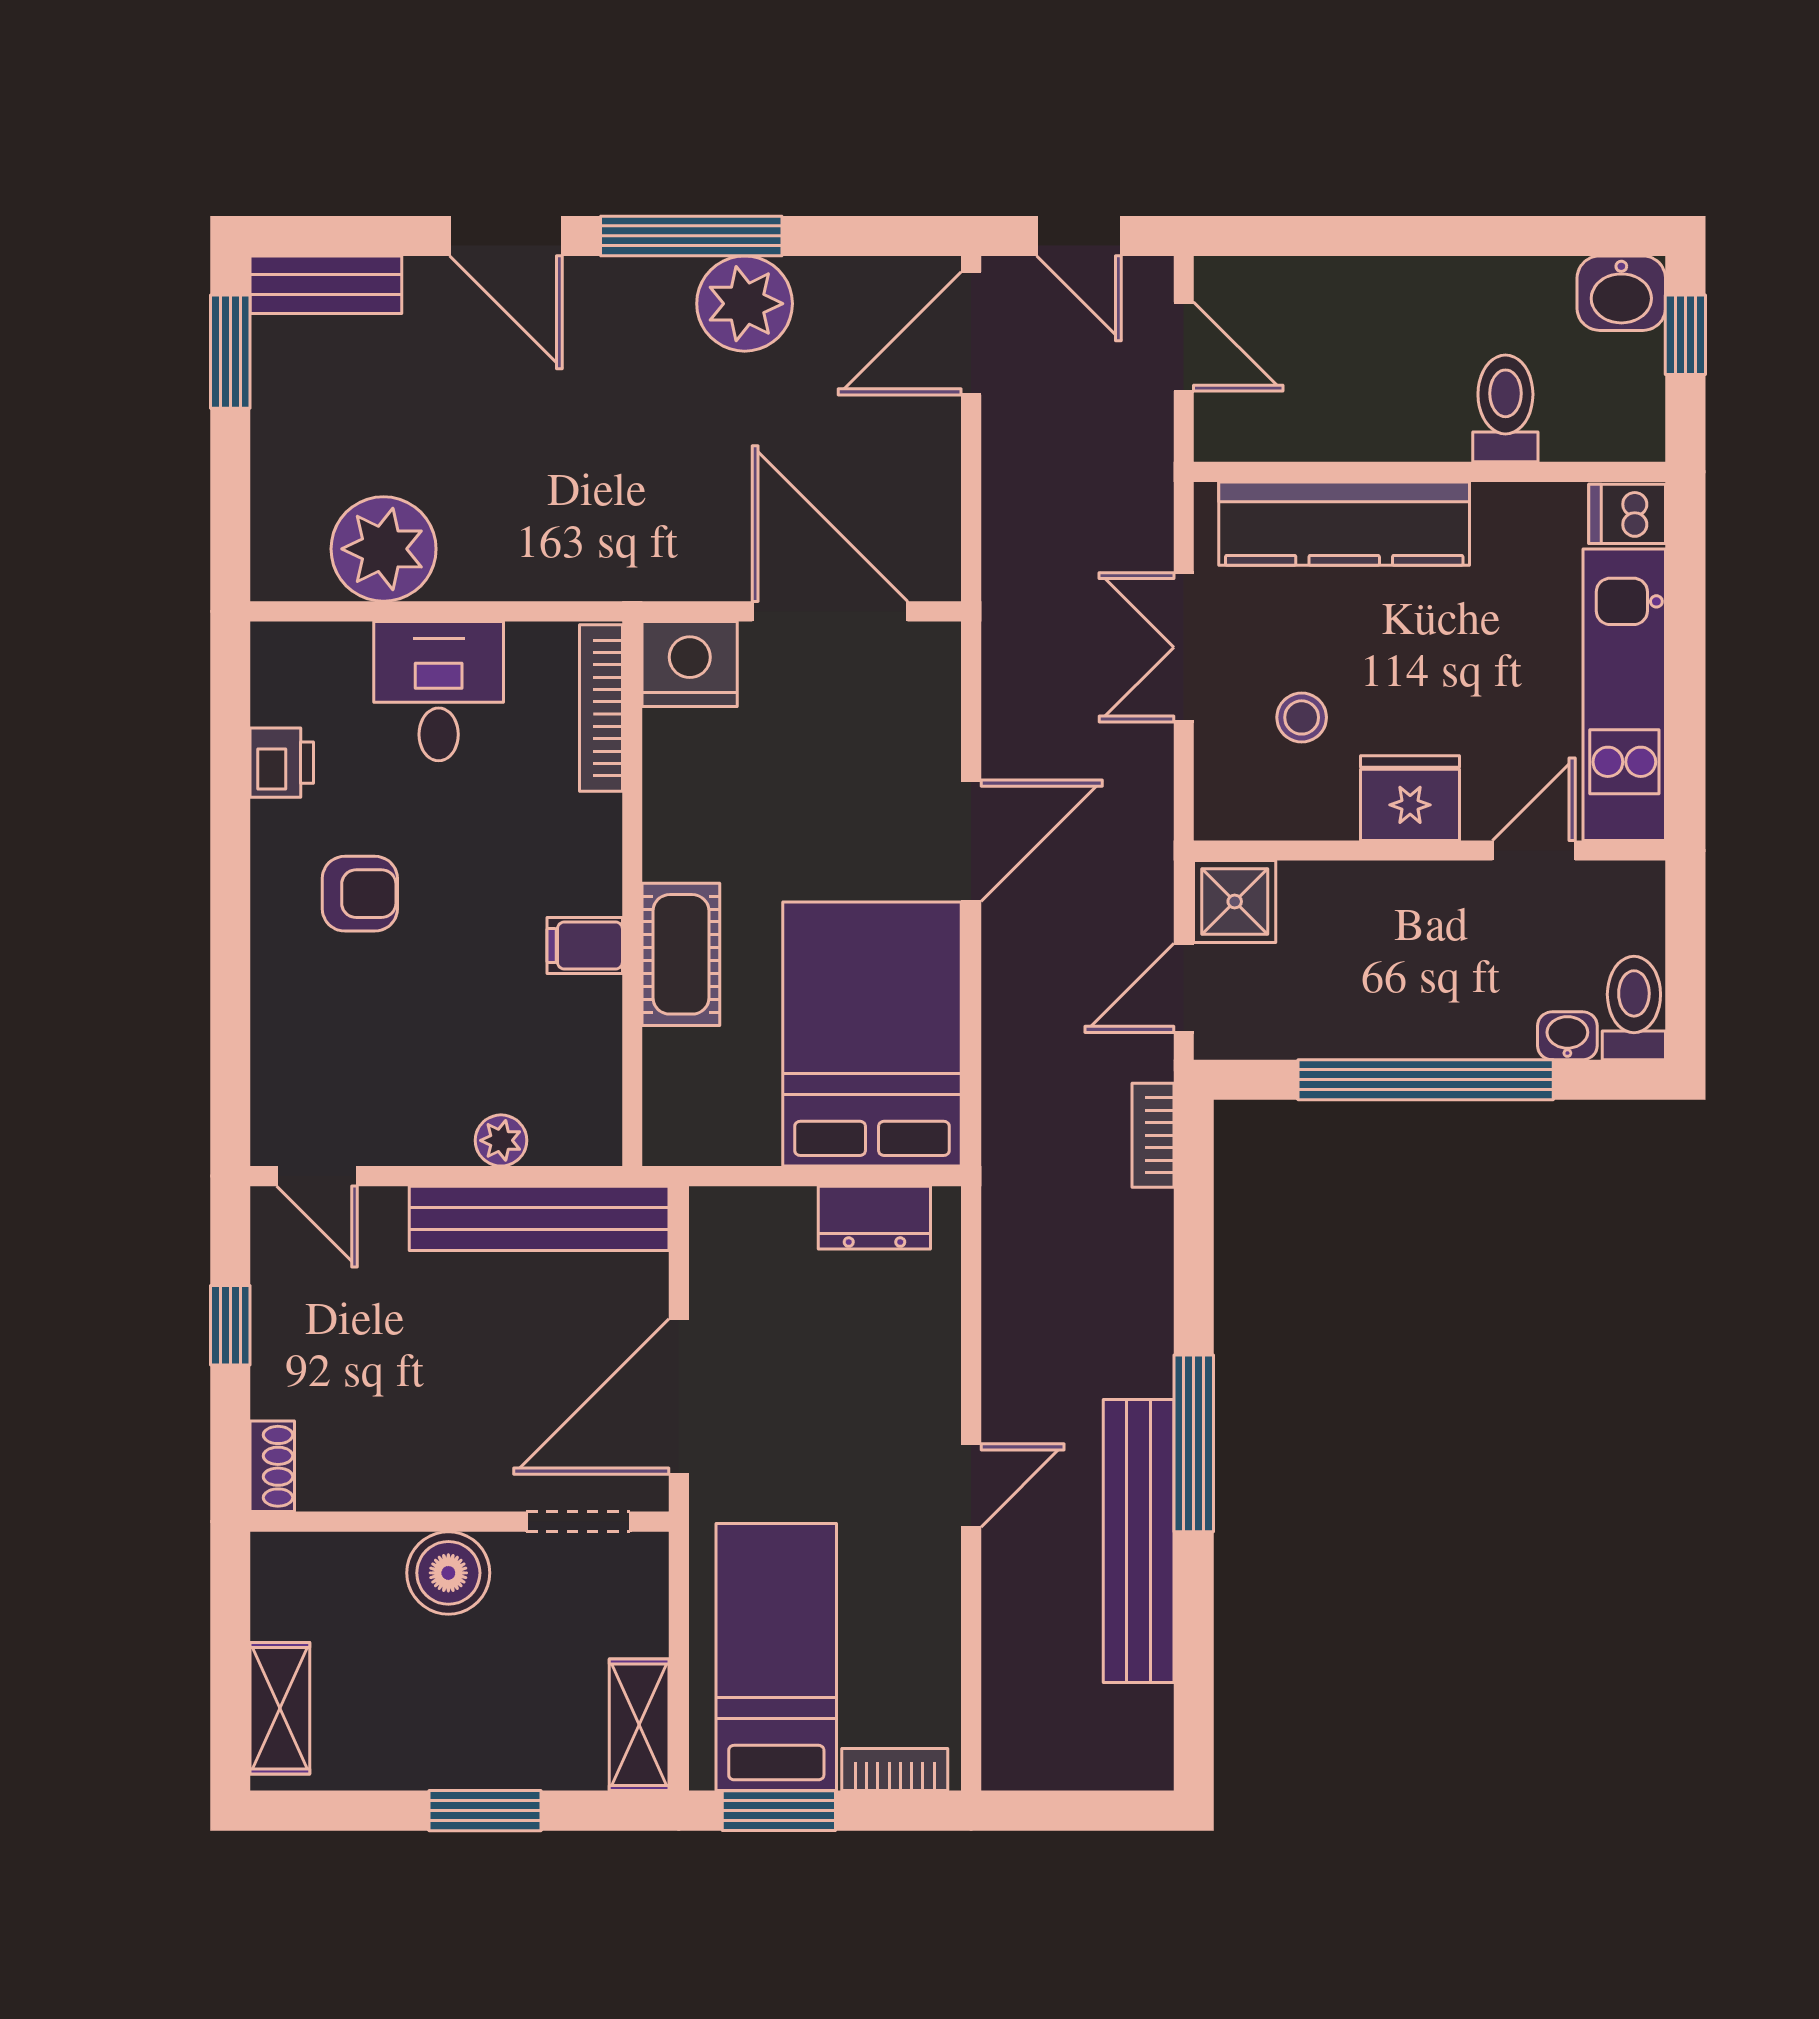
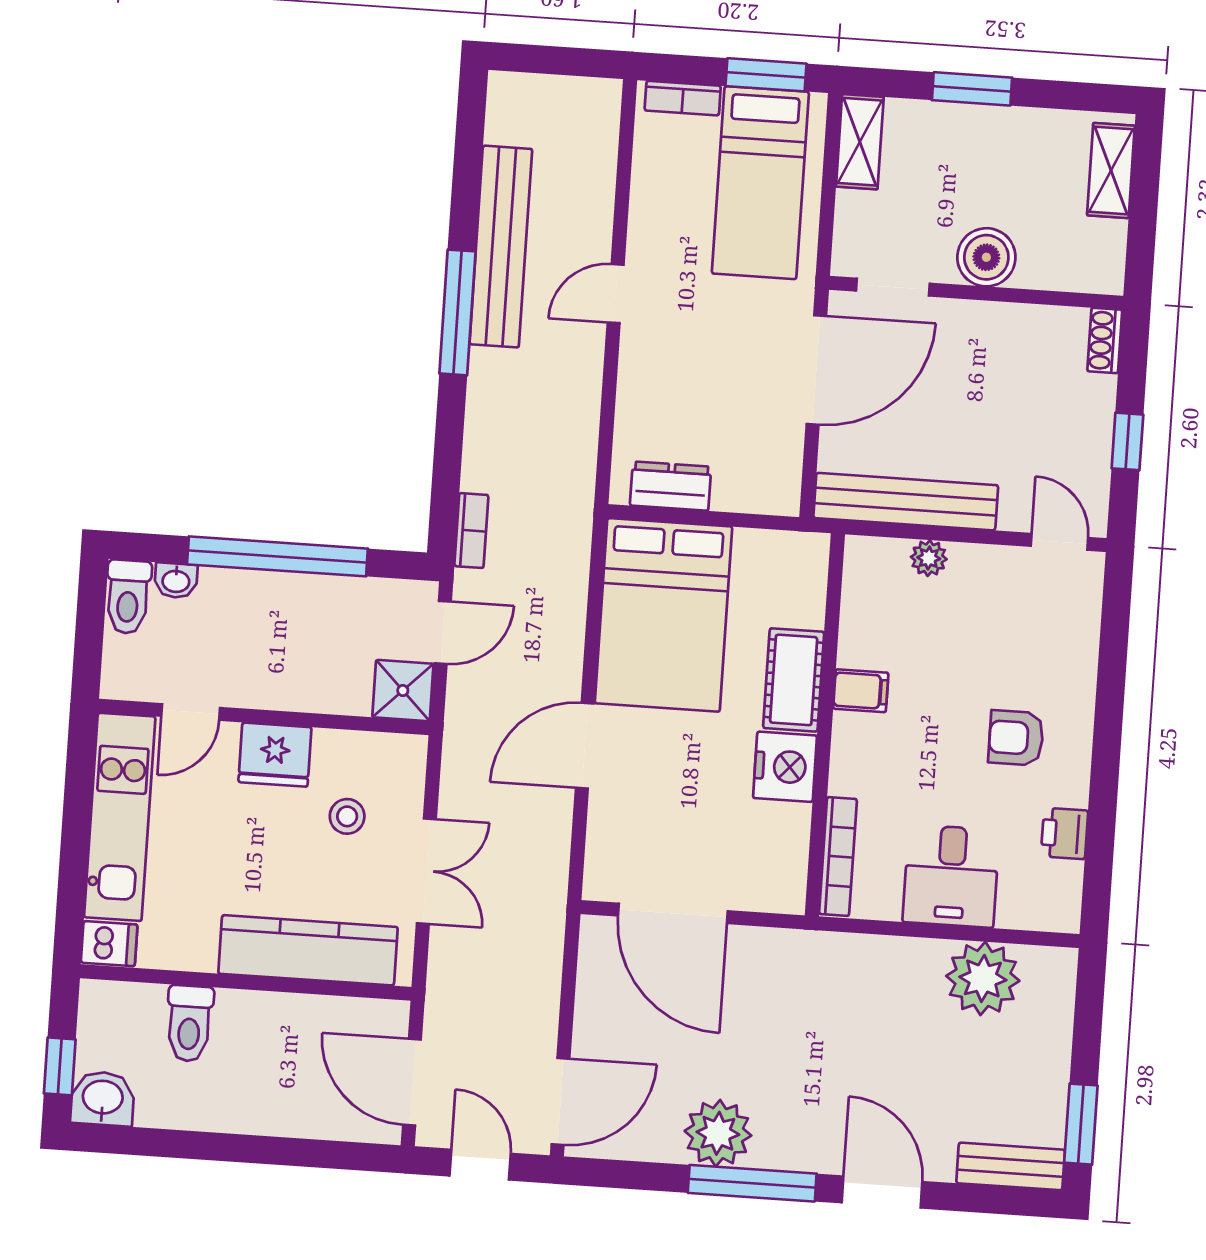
door: (1184, 347) -> (412, 1082), width x1.38
nightstand: (690, 664) -> (785, 767), moved, turned -90

